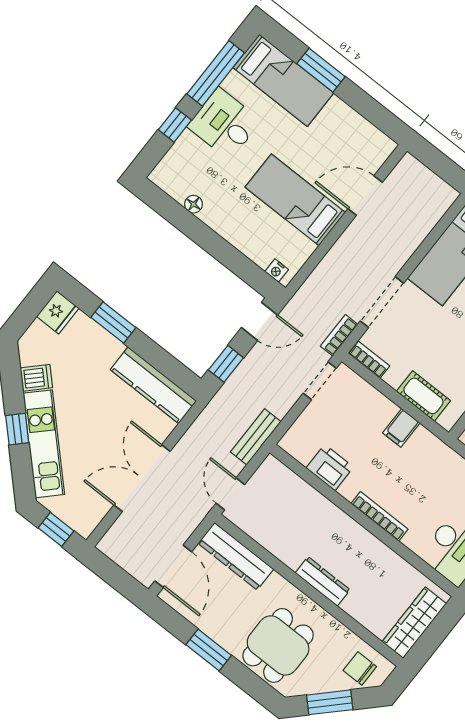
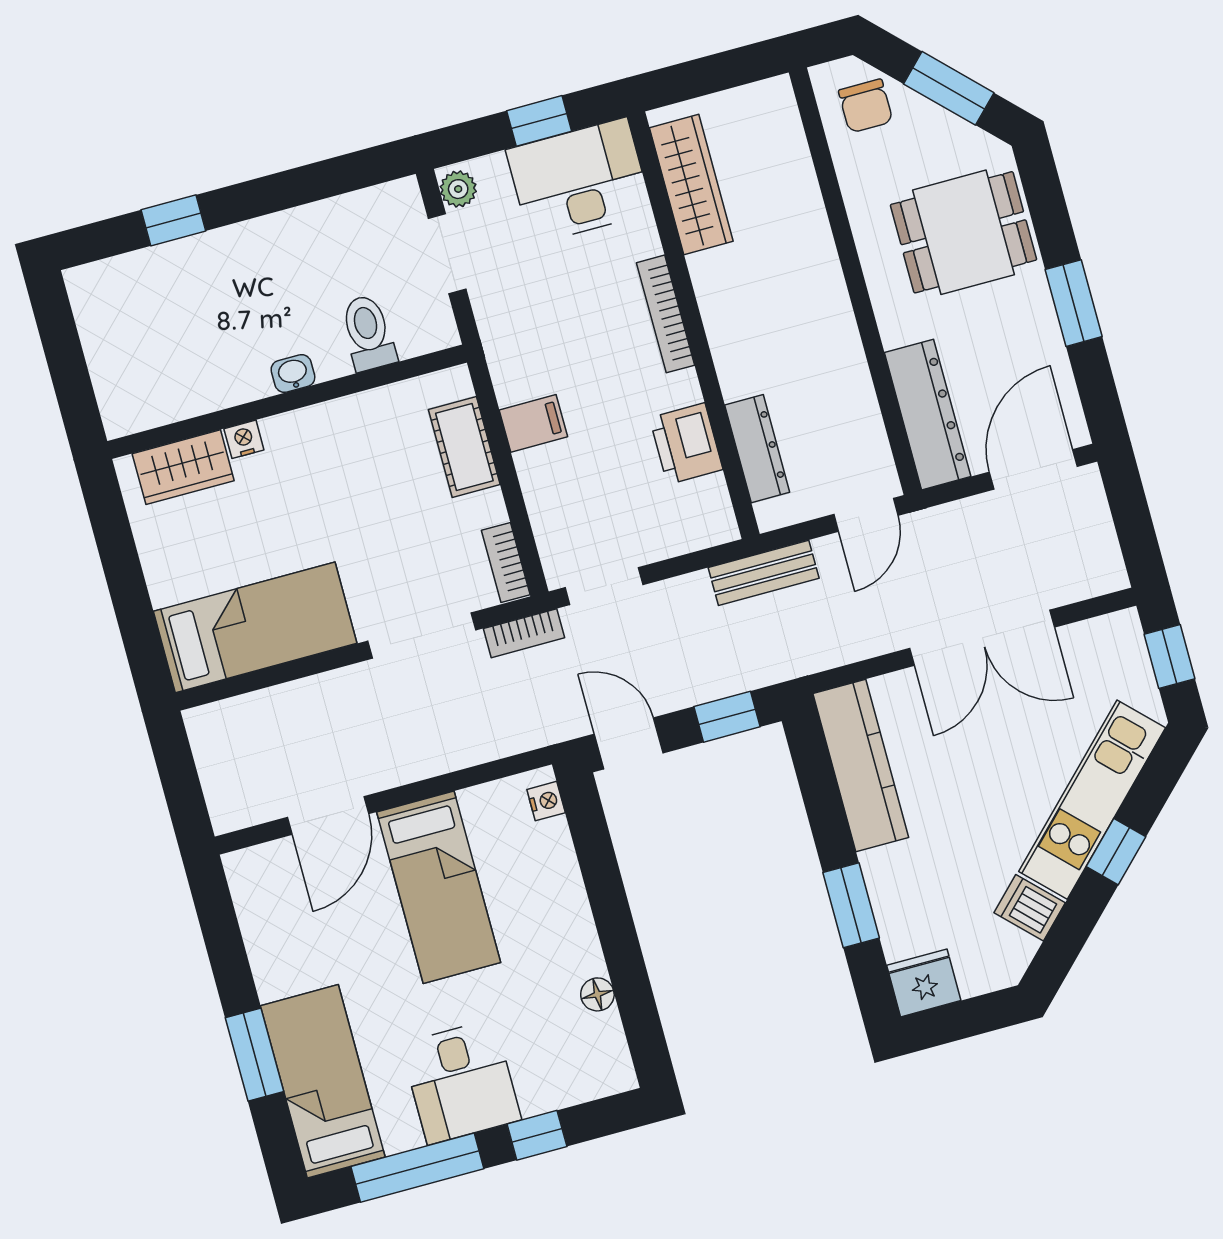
door: (365, 196) -> (328, 815), hinge flipped
dresser: (323, 581) -> (757, 449), moved, turned 180
wardrobe: (414, 623) -> (691, 185), moved, turned -90

